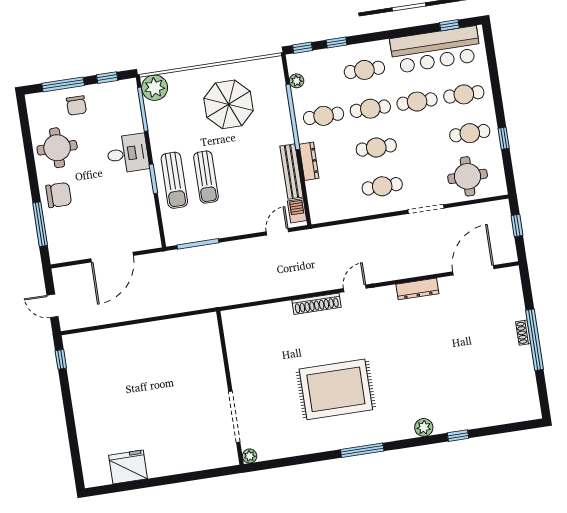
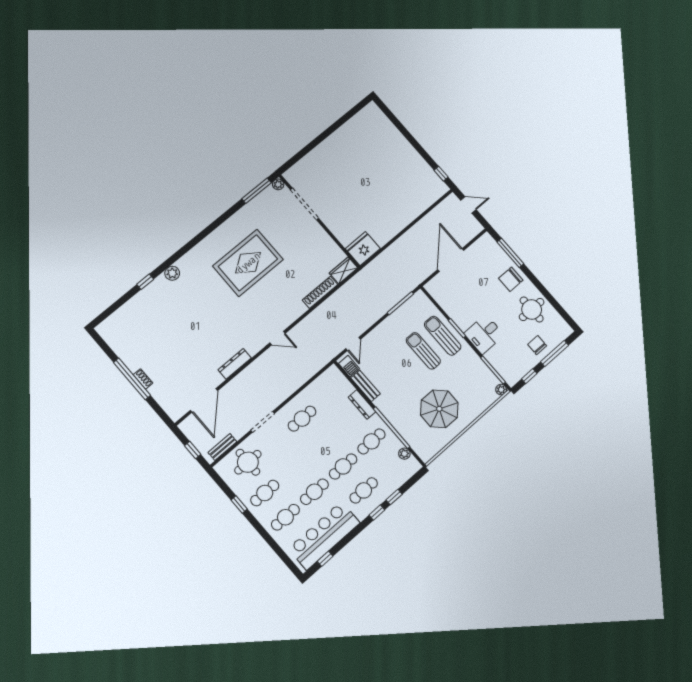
window: (302, 48) -> (377, 512), moved
plant: (155, 88) -> (501, 390), width x0.53, depth x0.53
cafe table: (376, 147) -> (323, 443), removed
bench: (291, 172) -> (365, 386), width x0.73
bench: (484, 209) -> (222, 447), added
door: (355, 288) -> (277, 338), hinge flipped
shoe rack: (316, 304) -> (320, 292), moved
wardrobe: (238, 318) -> (343, 270), added
window: (362, 450) -> (256, 191), moved
fridge: (128, 467) -> (363, 249), moved, turned 180

